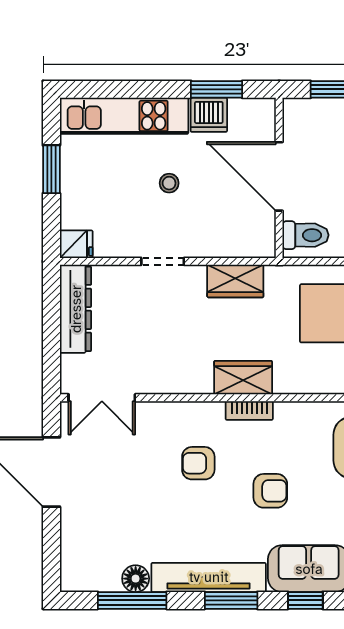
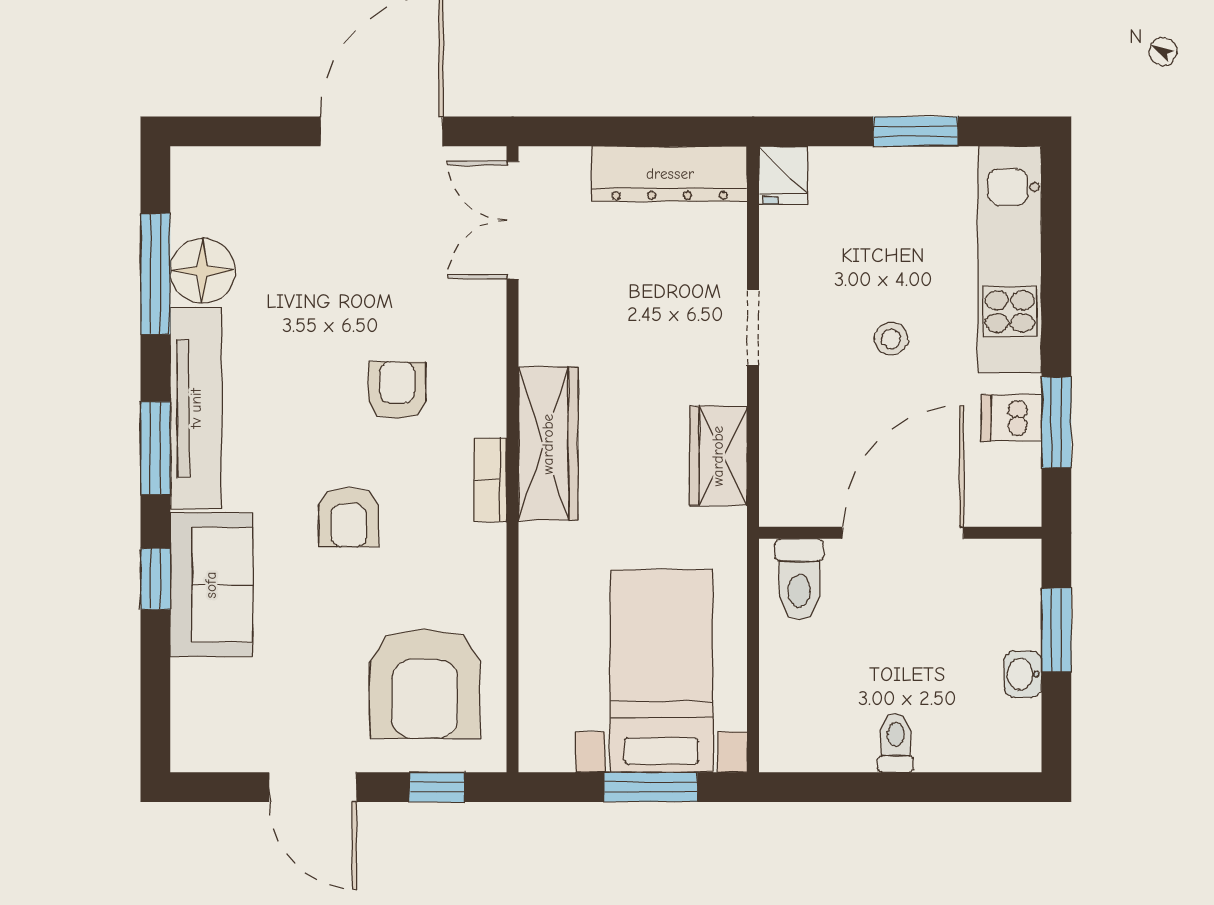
dishwasher: (209, 115) -> (1012, 418), width x0.73
wardrobe: (243, 378) -> (548, 444), width x1.50
floor lamp: (136, 579) -> (203, 271), width x1.38, depth x1.38

